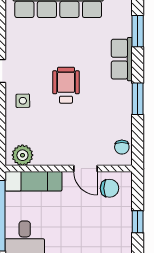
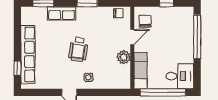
wheelchair: (66, 85) -> (78, 49), turned -82
plant: (22, 155) -> (124, 57), moved

